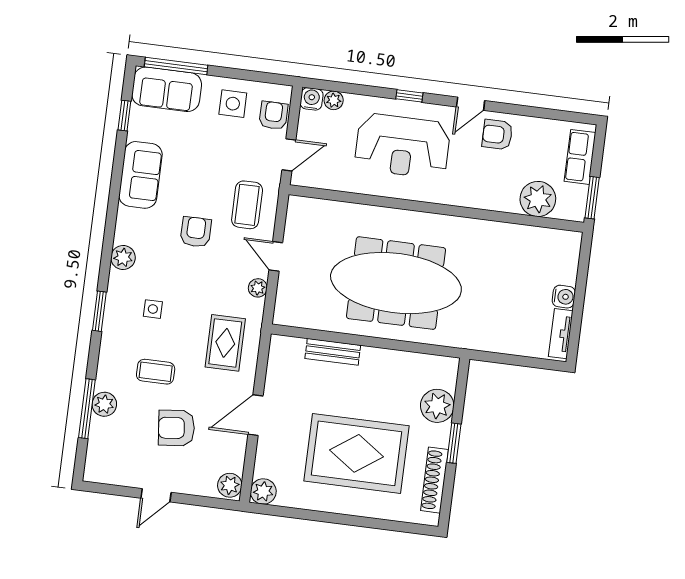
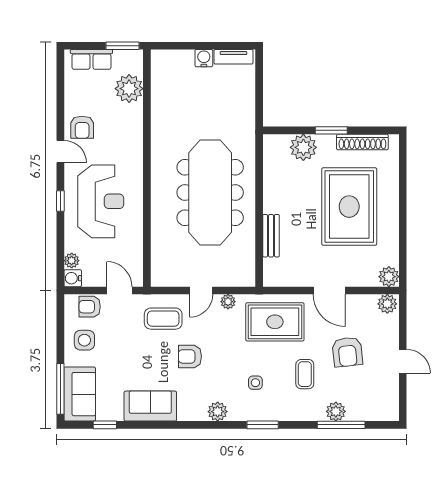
rug: (225, 343) -> (275, 322), width x1.36, depth x1.43

